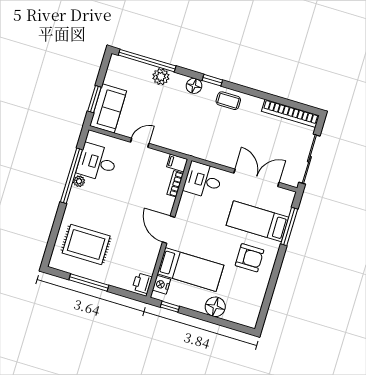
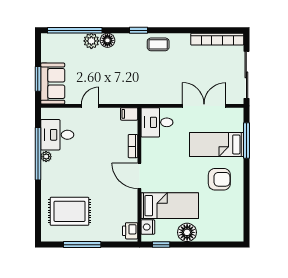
floor lamp: (194, 86) -> (107, 40), moved
bookcase: (175, 184) -> (133, 146), moved
floor lamp: (215, 307) -> (187, 232), moved

